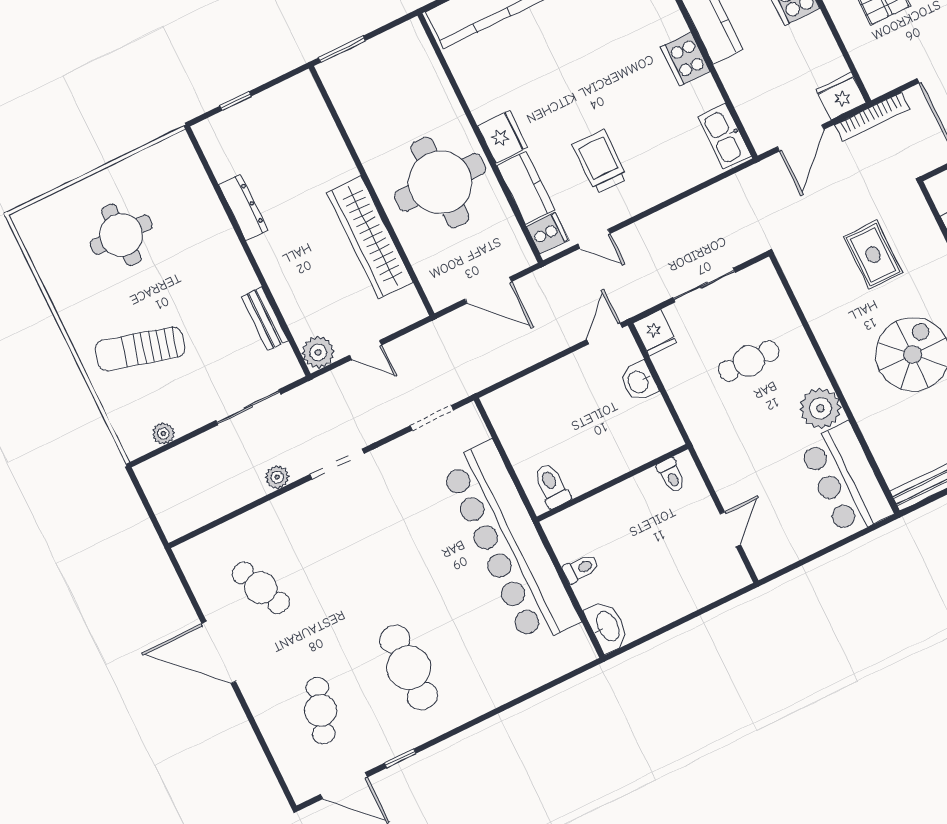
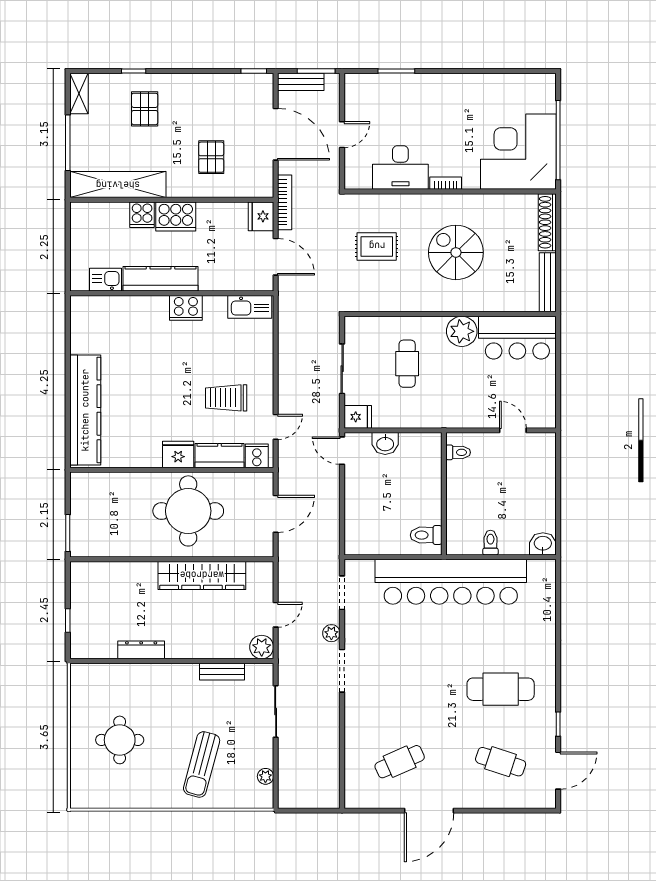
plant: (277, 477) -> (331, 633), moved
washbasin: (607, 627) -> (543, 544), width x0.72

